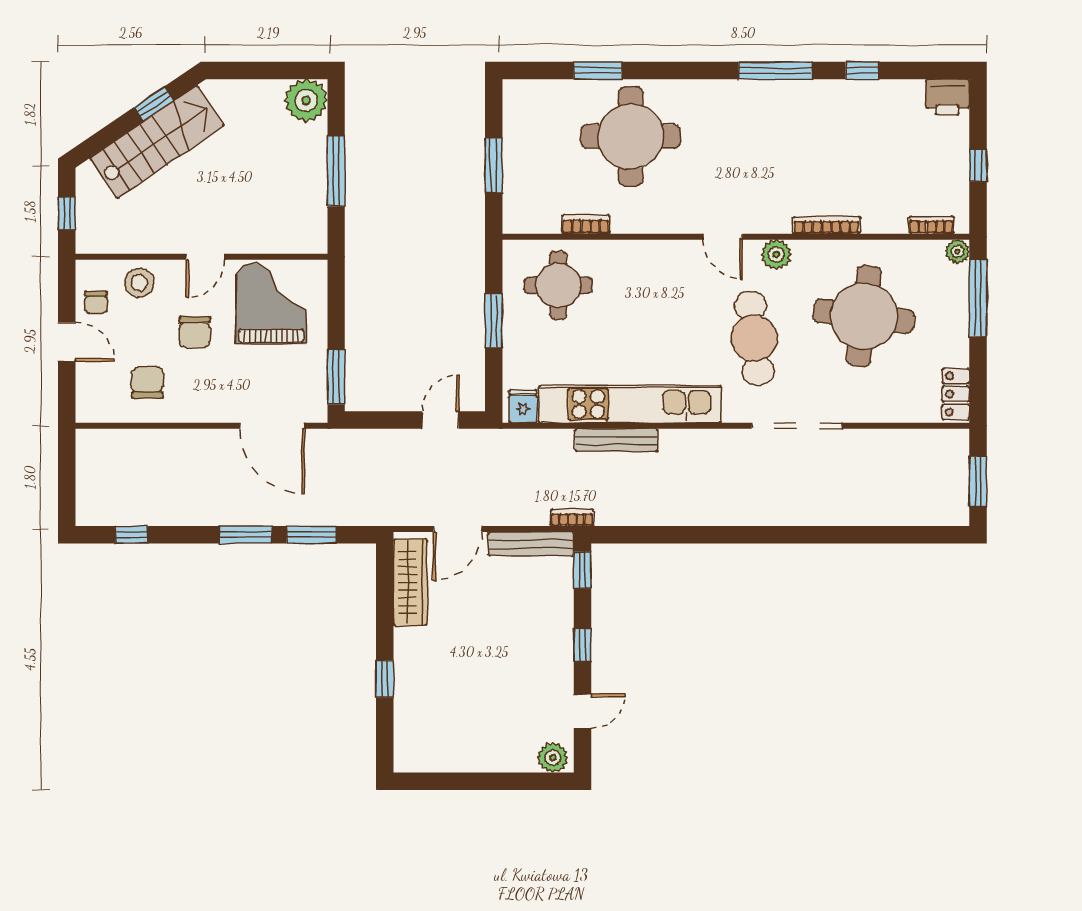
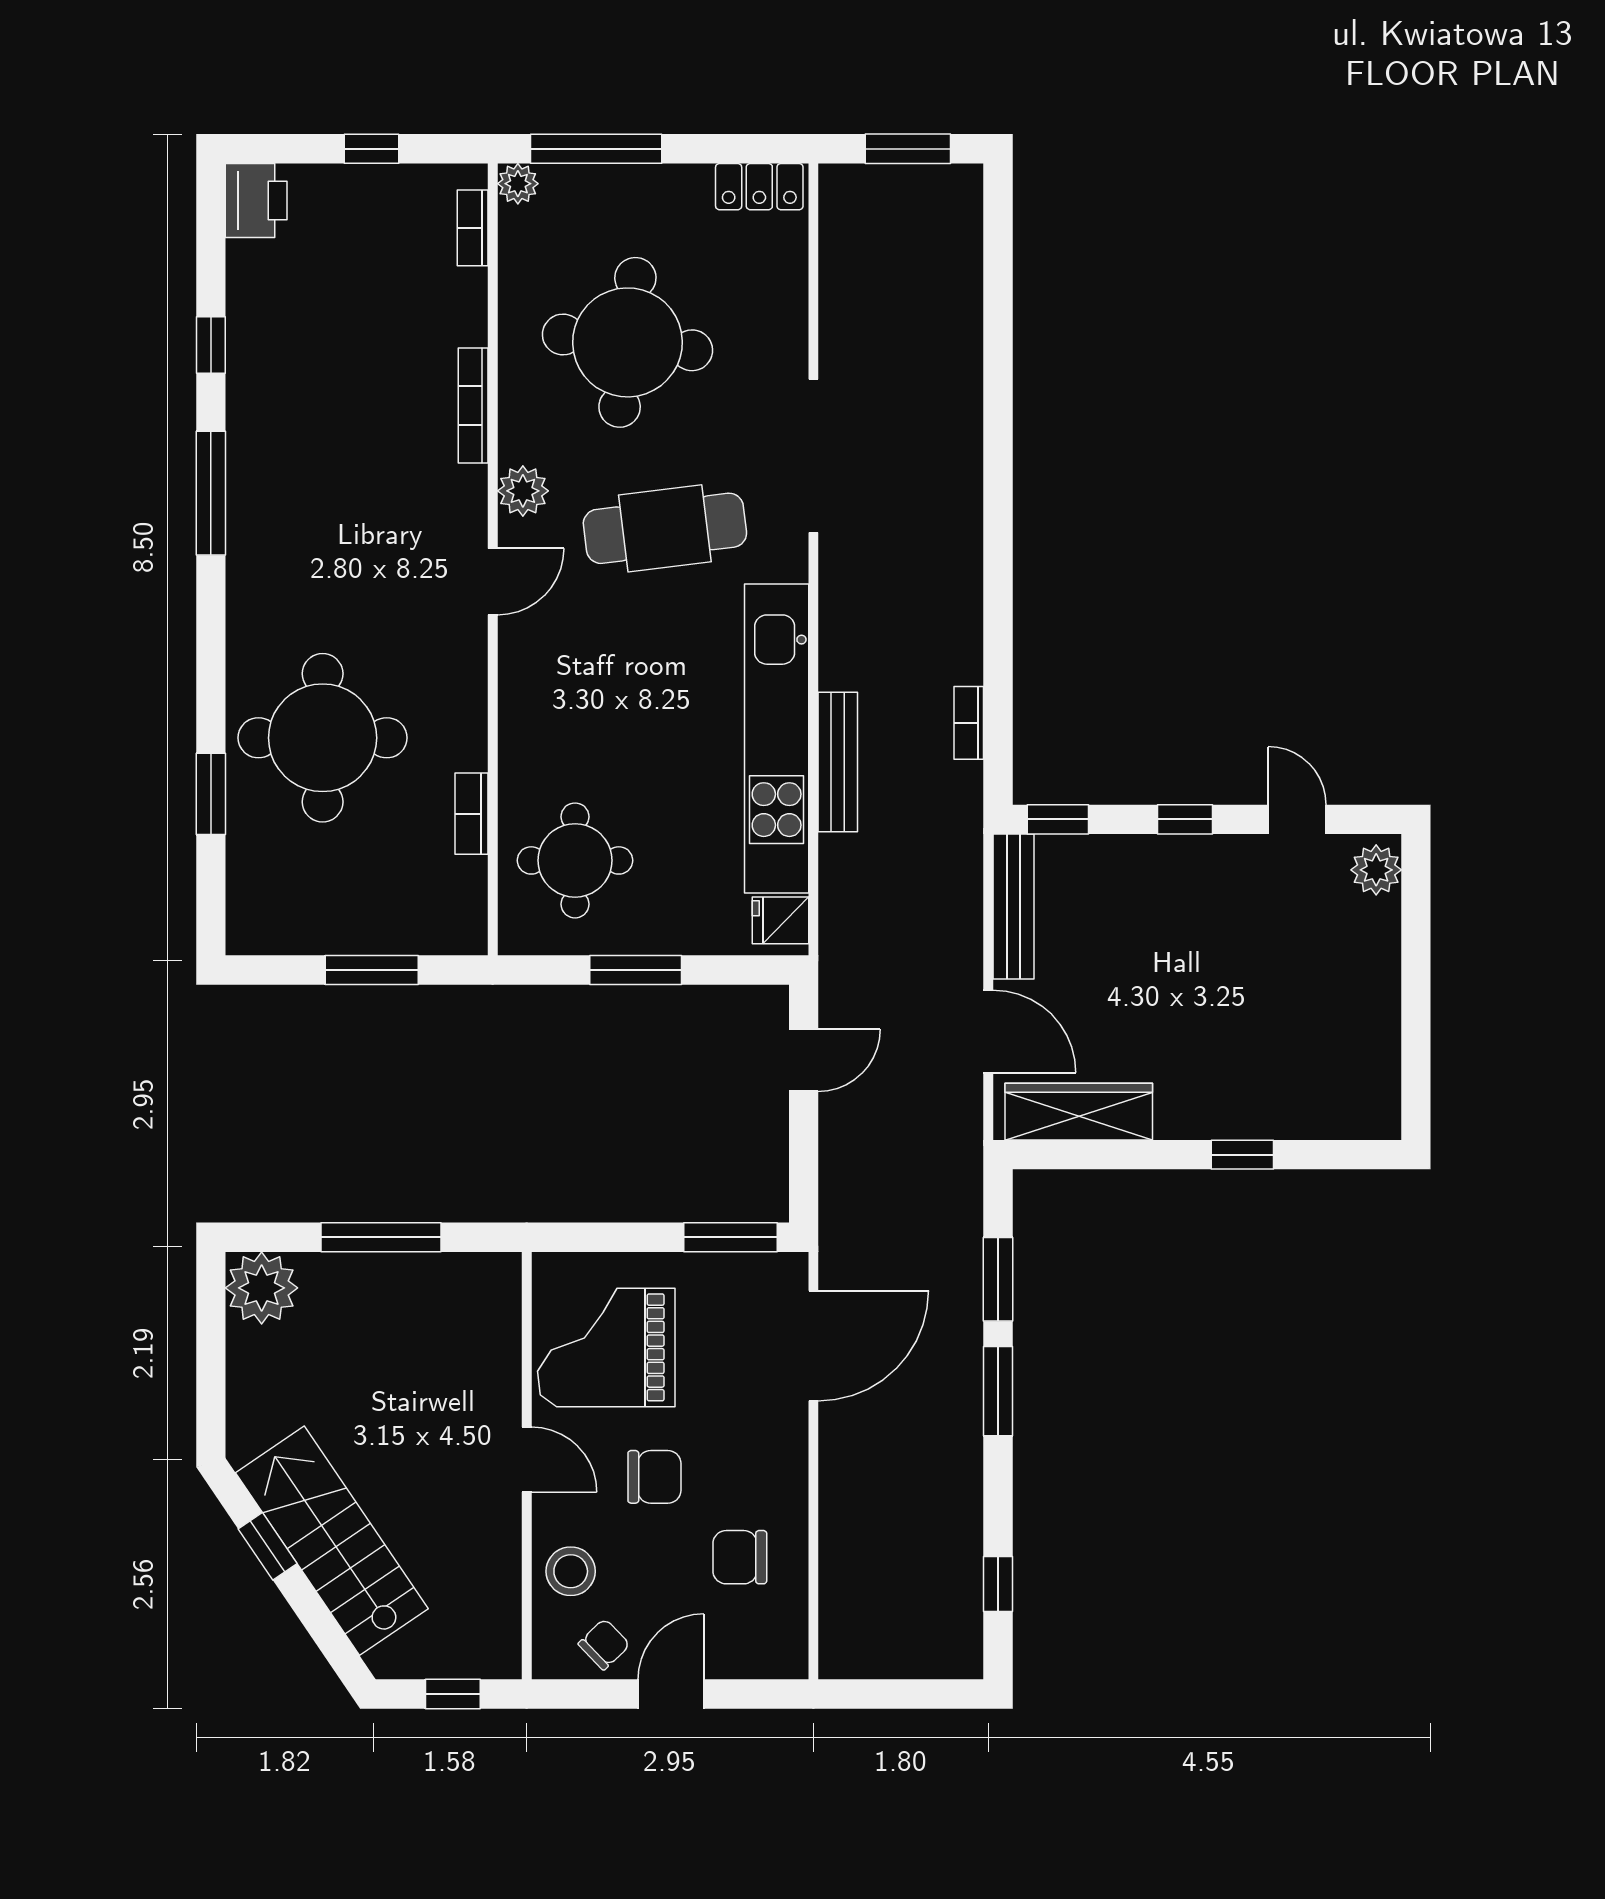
chair: (96, 302) -> (604, 1644), turned -44
door: (441, 420) -> (804, 1060), swing flipped
bookcase: (572, 518) -> (969, 723), moved

